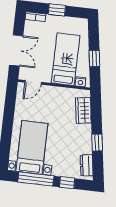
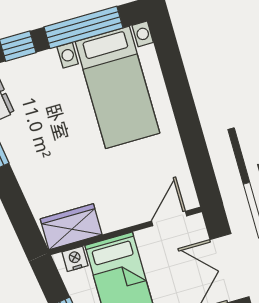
wardrobe: (83, 111) -> (71, 227), moved, turned -81

